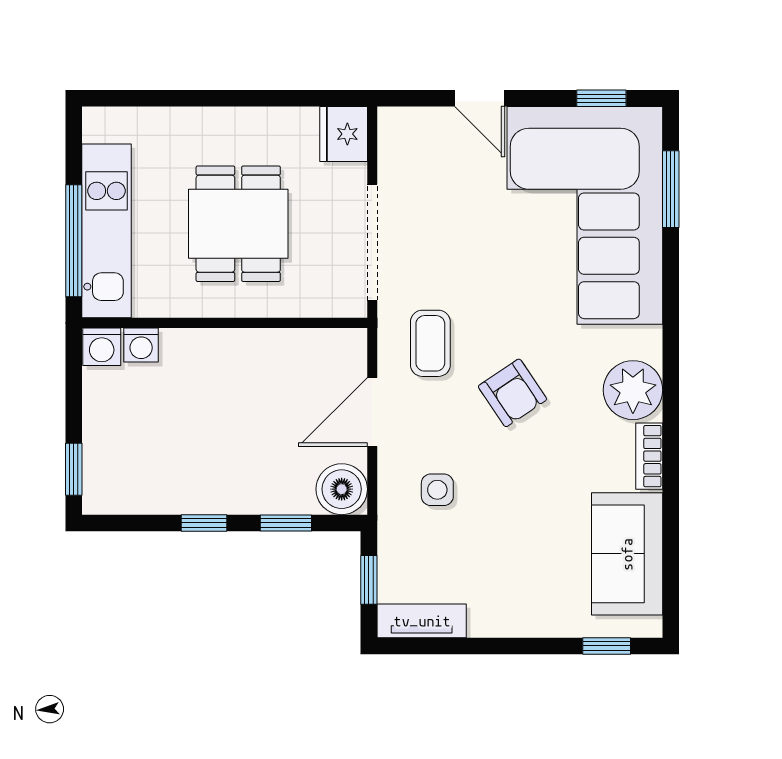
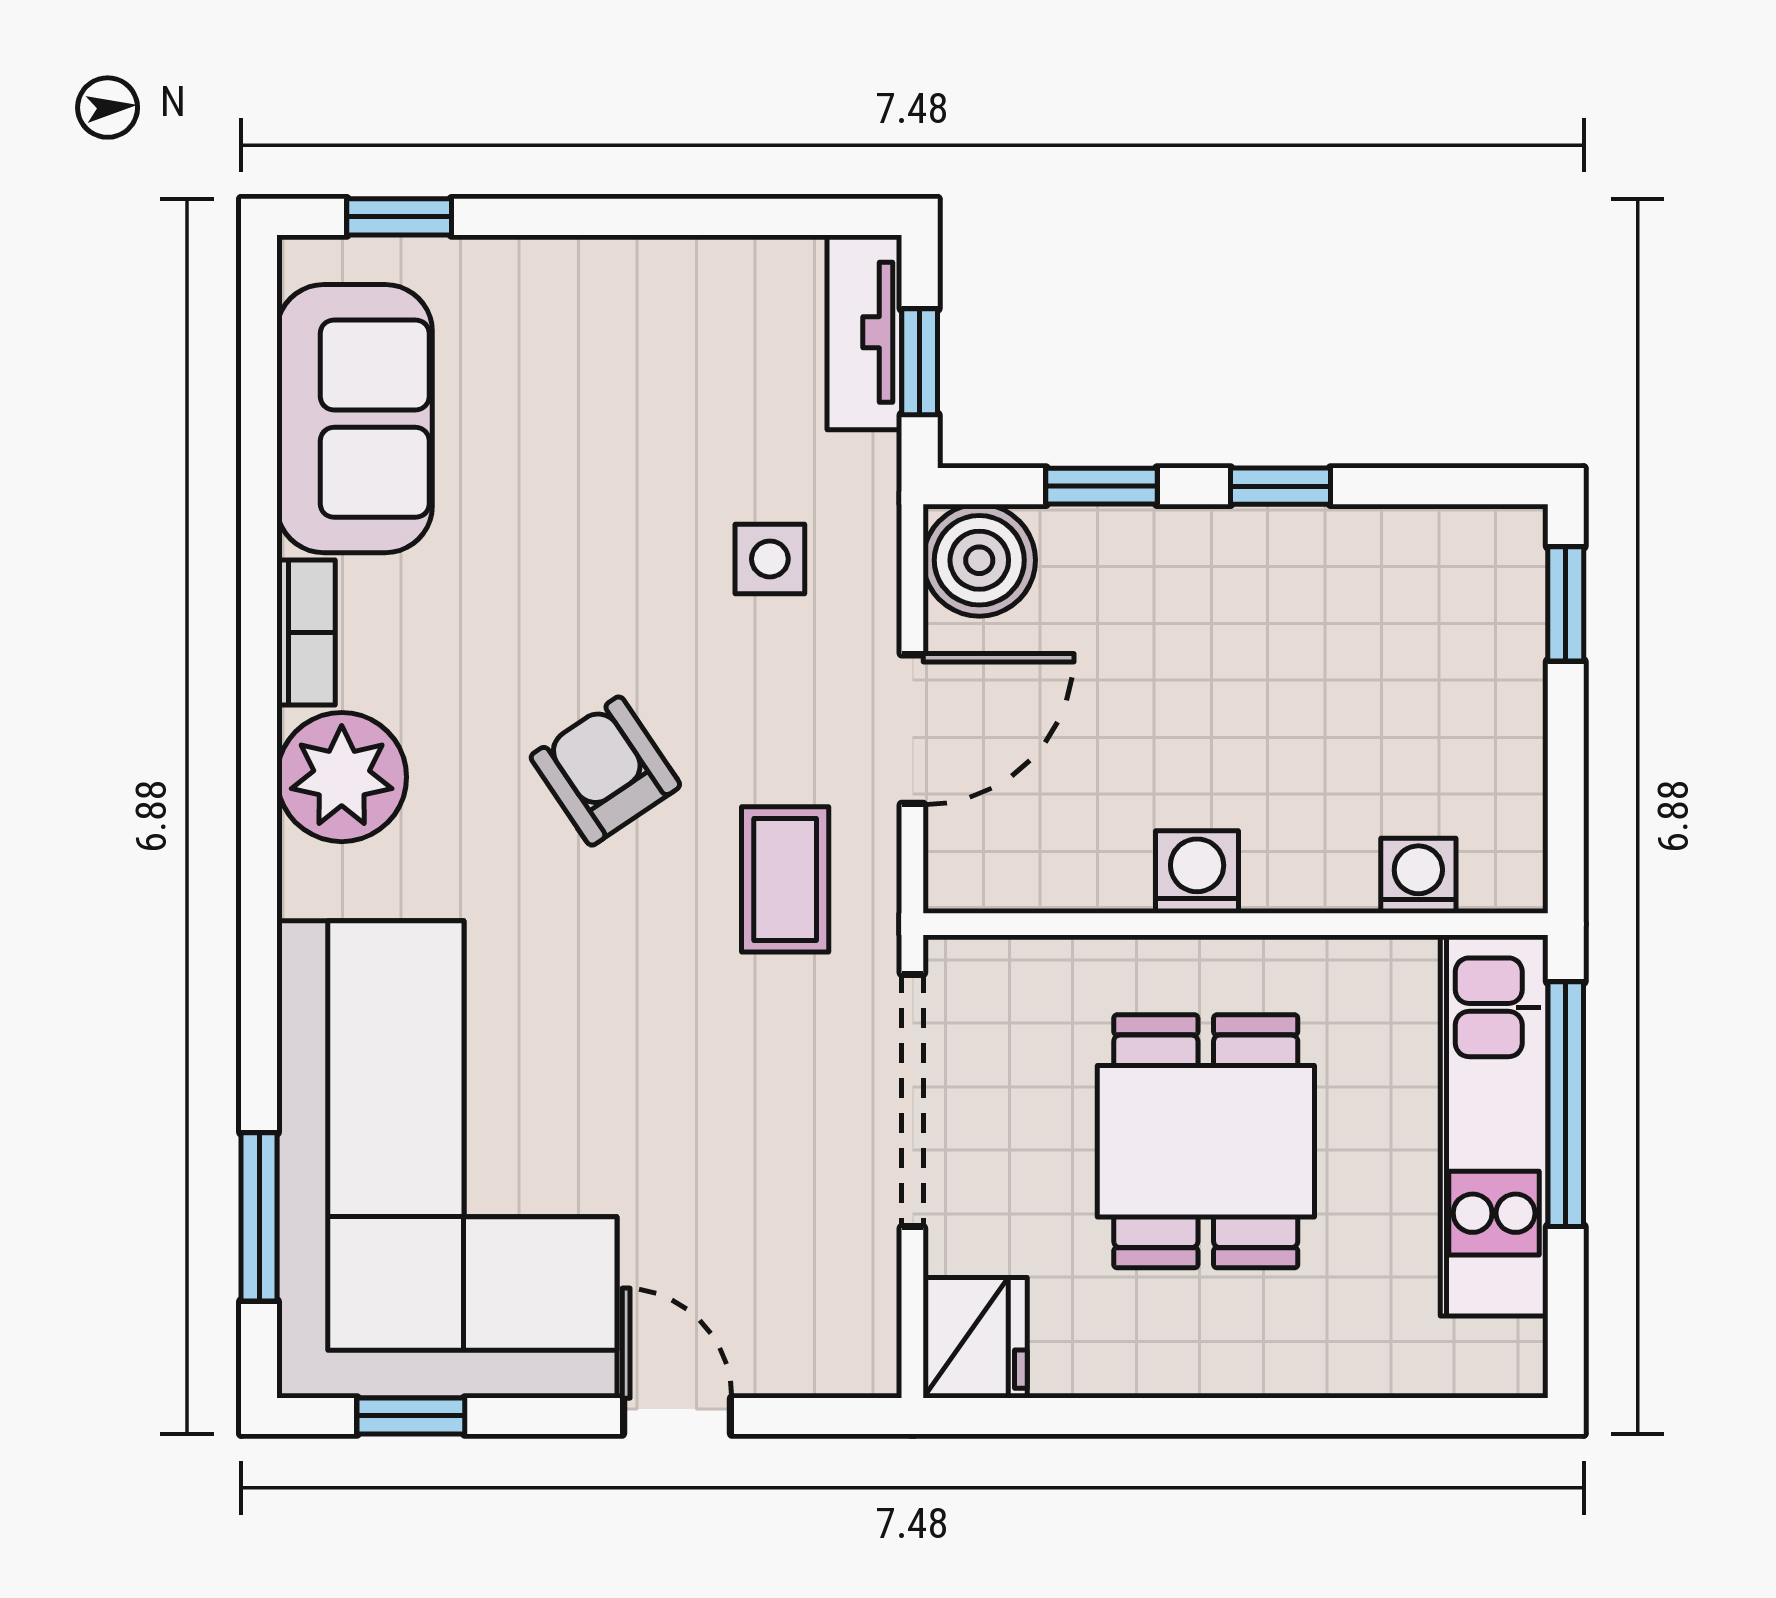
washing machine: (102, 347) -> (1197, 872), moved
tv unit: (422, 621) -> (864, 332), moved, turned 90

